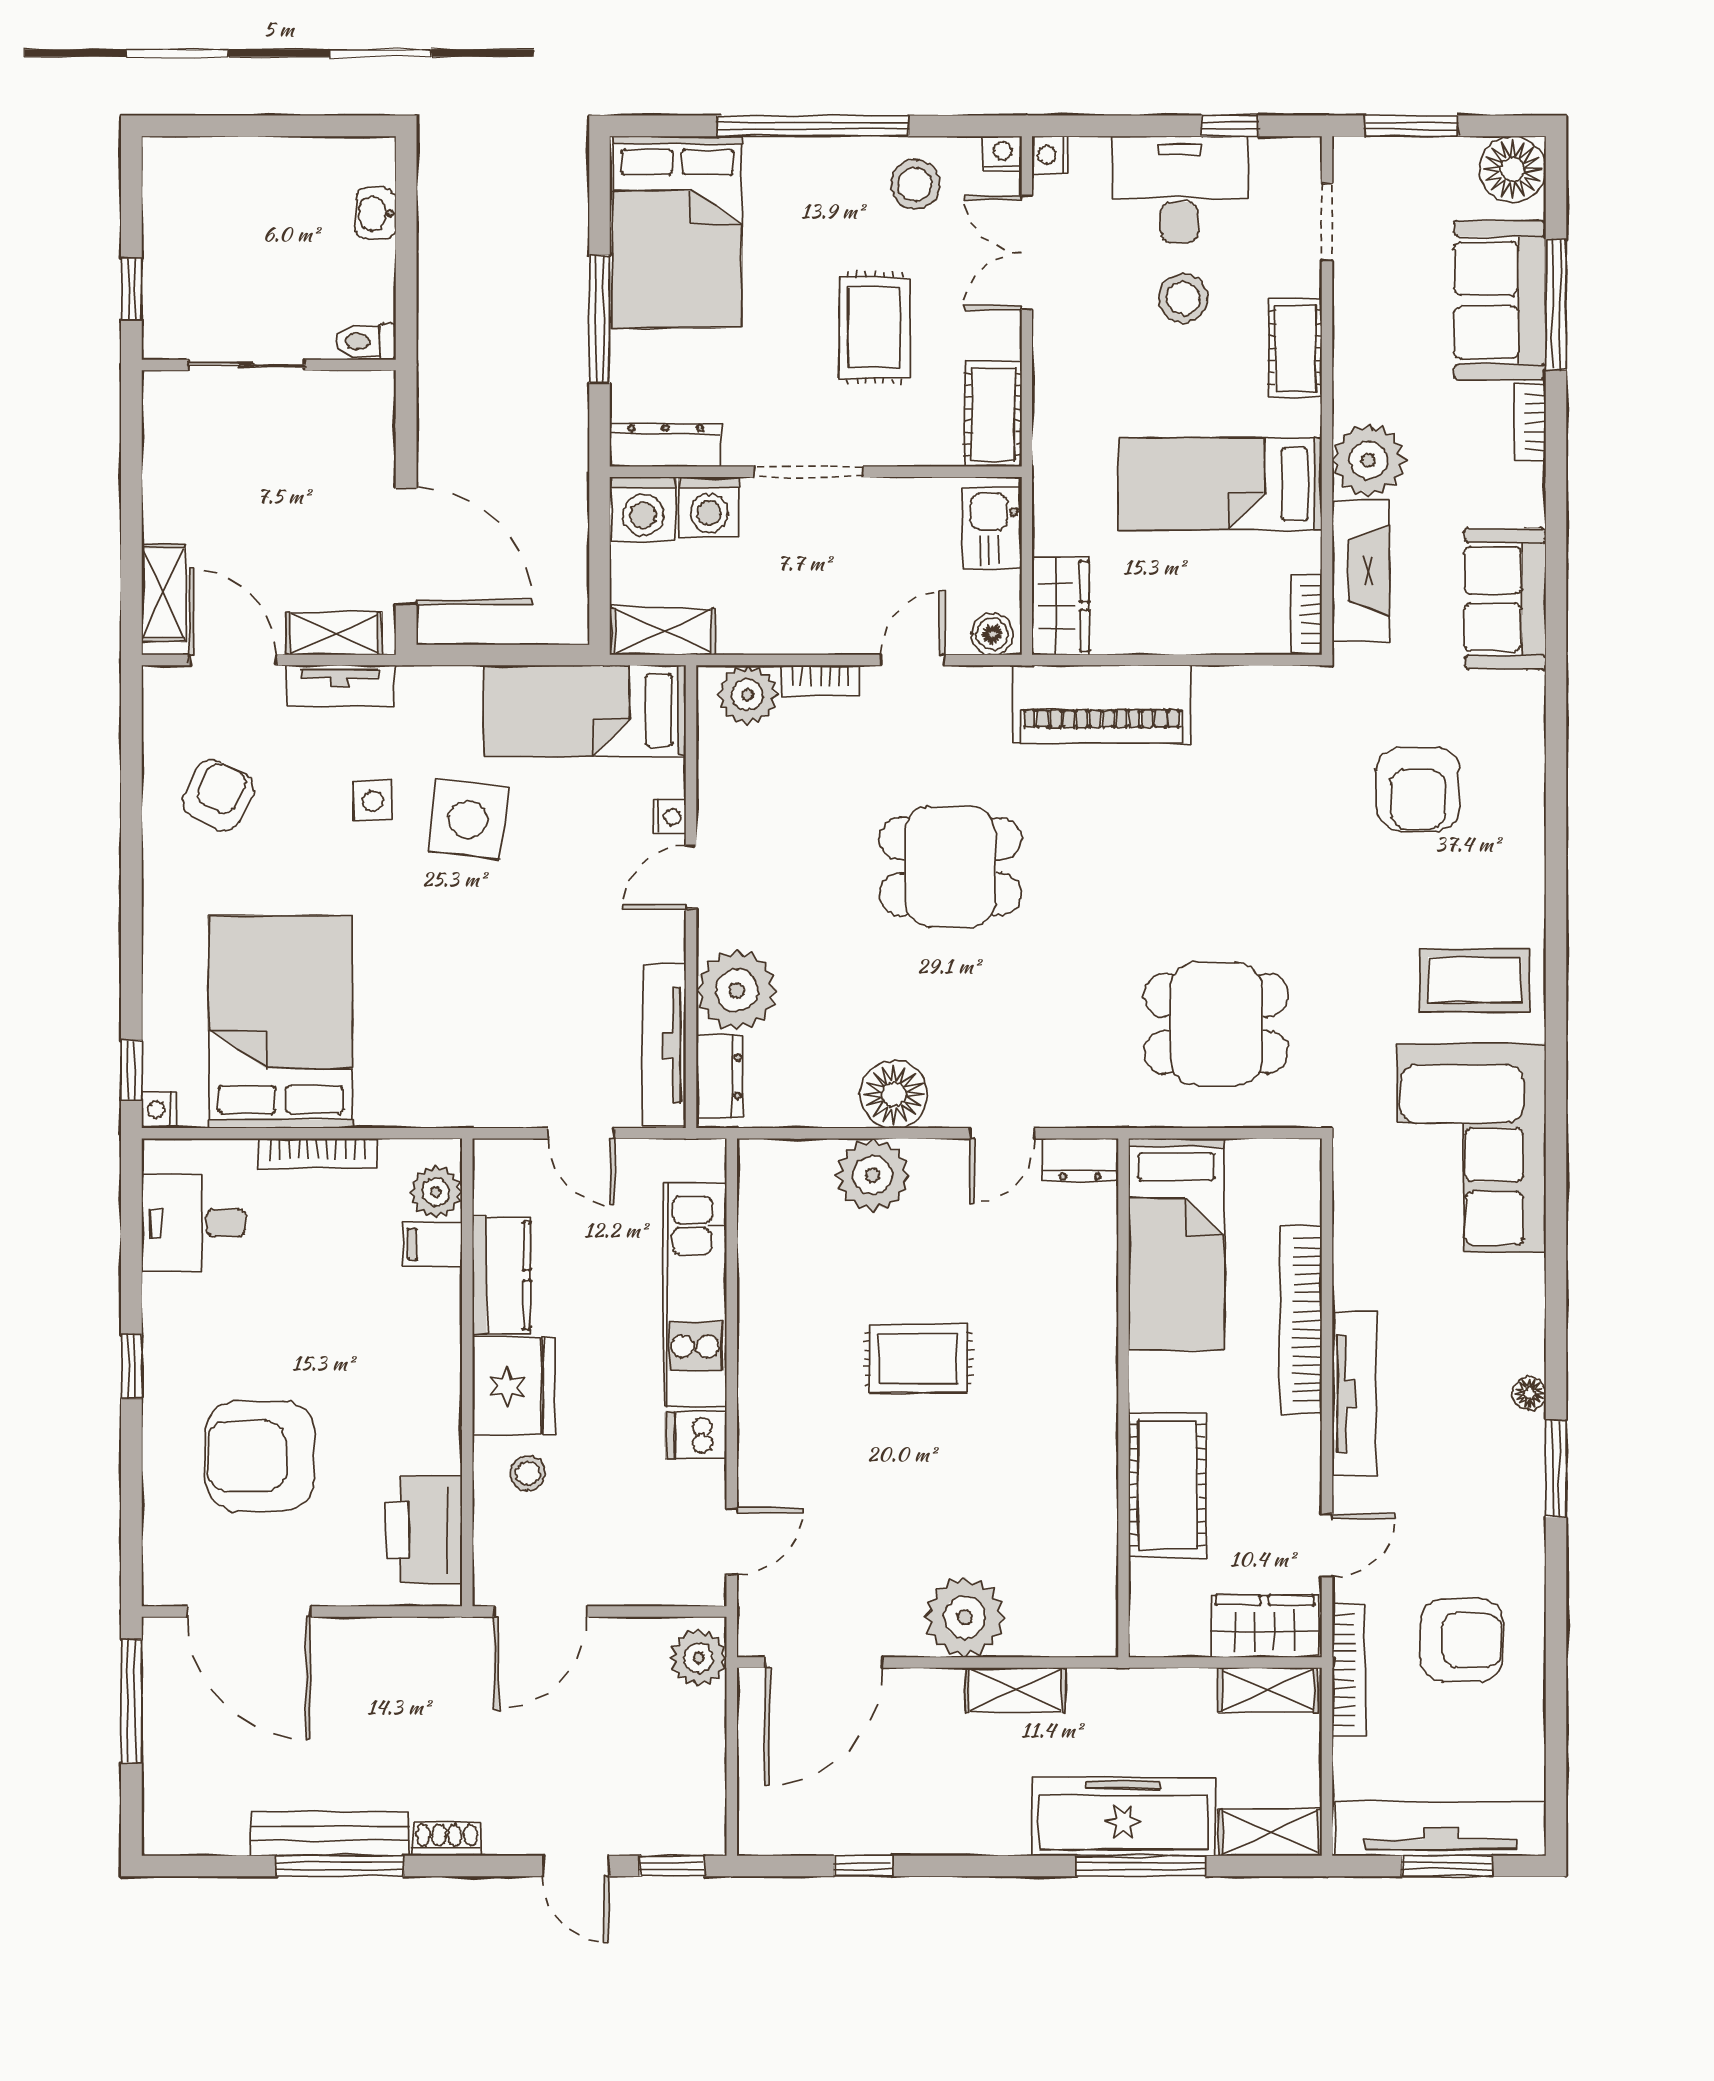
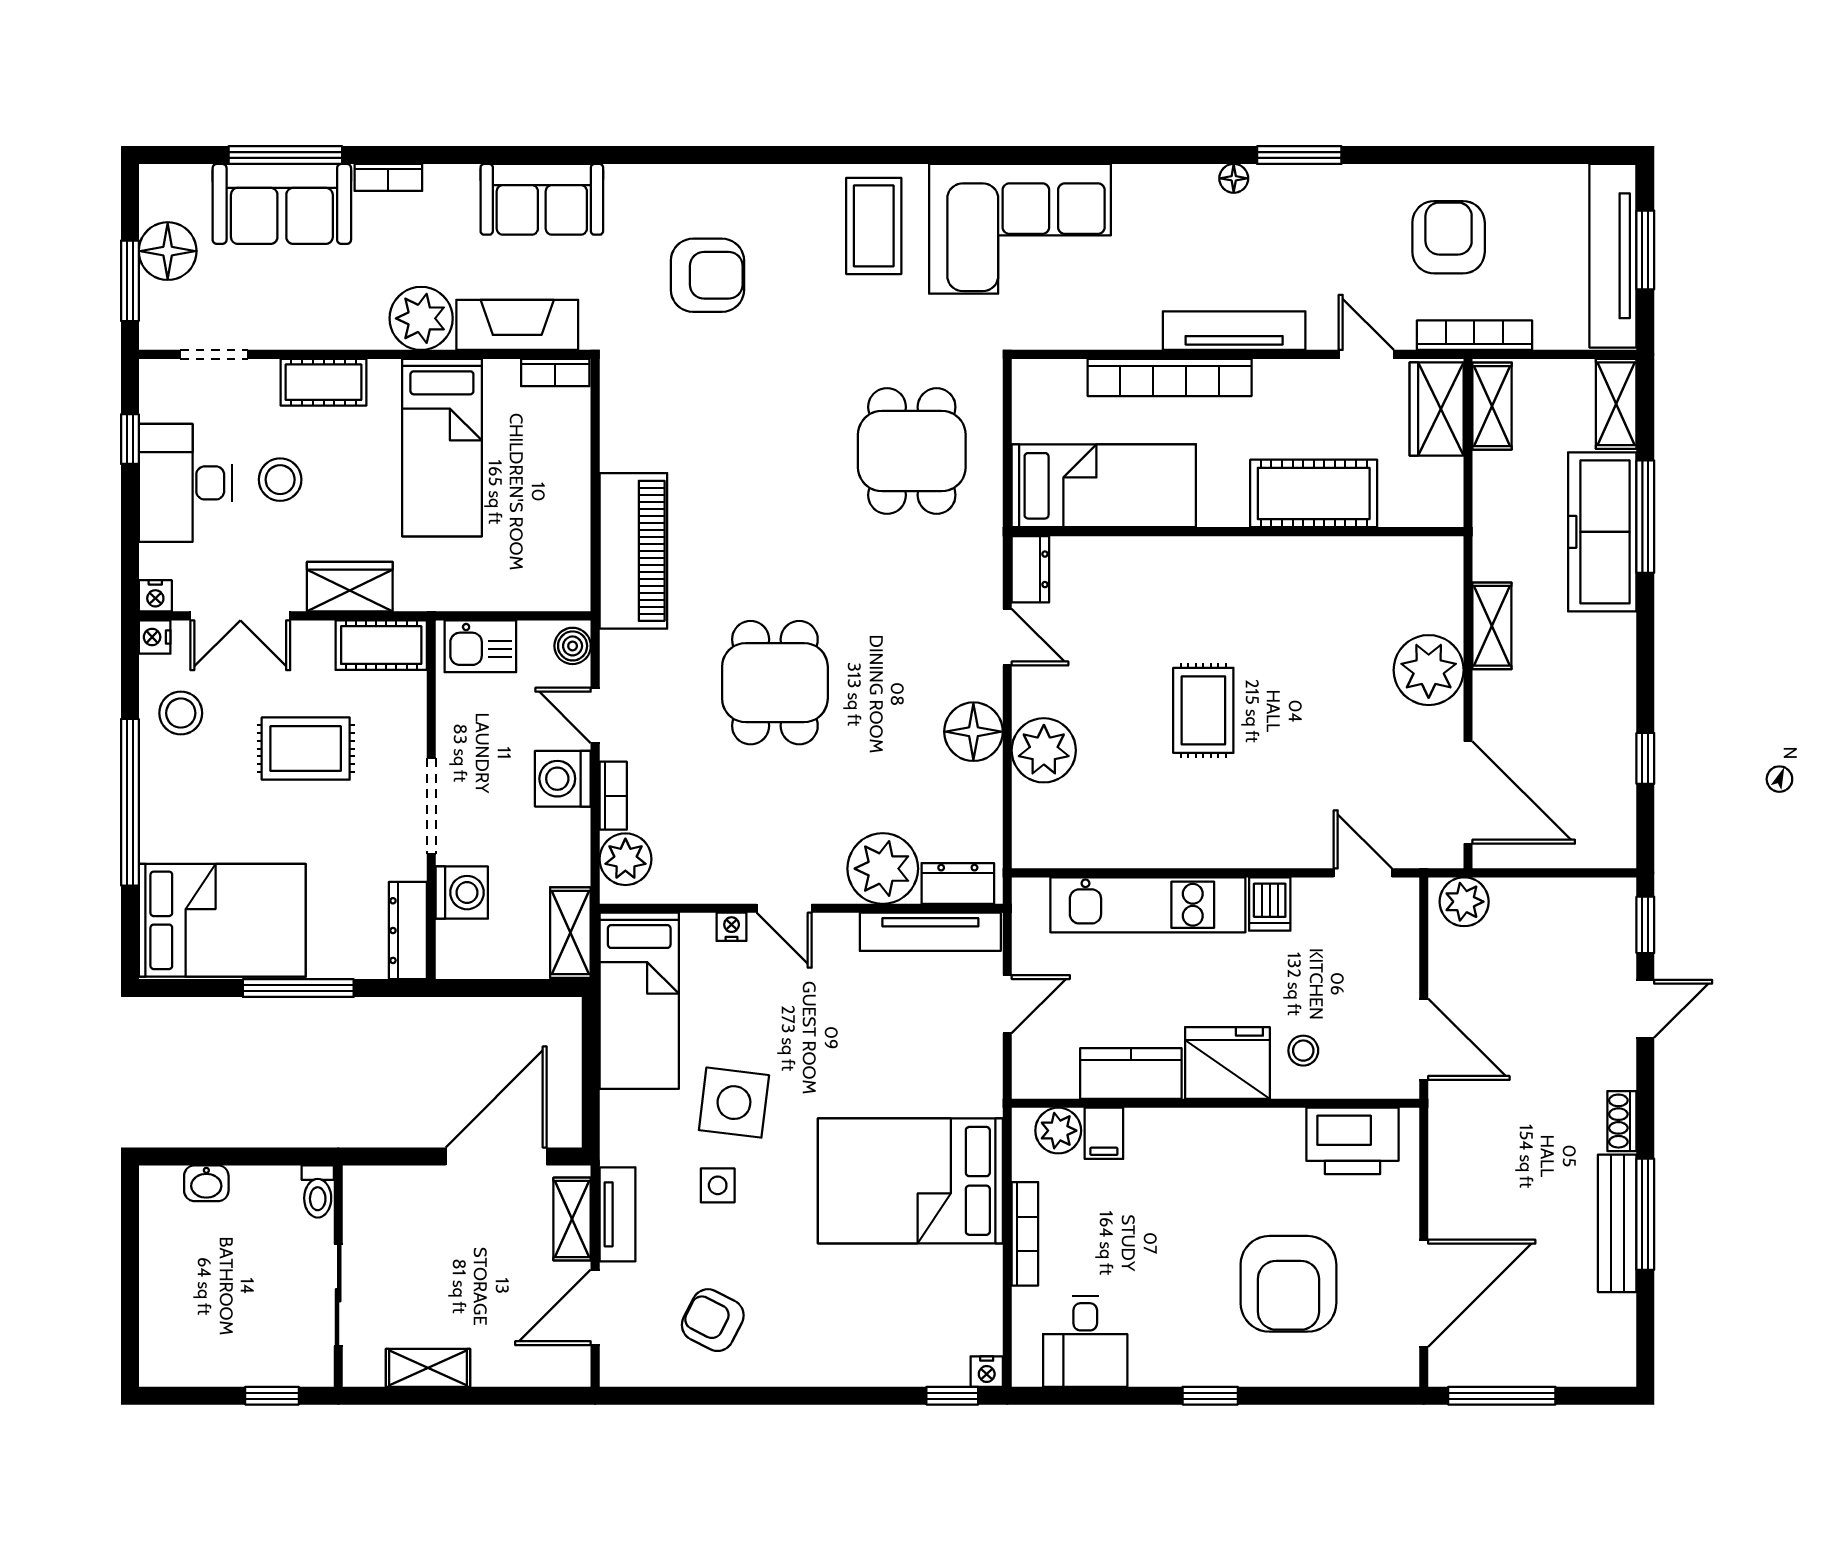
floor lamp: (1513, 169) -> (168, 251), moved
washing machine: (643, 509) -> (563, 779), moved, turned 180
shelving: (163, 593) -> (428, 1368), moved
wardrobe: (1060, 606) -> (350, 587), moved
bed: (281, 1022) -> (910, 1181), moved

